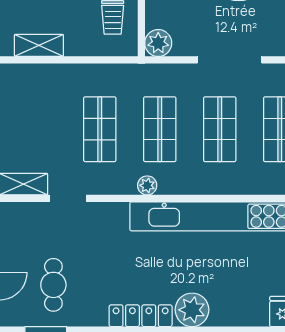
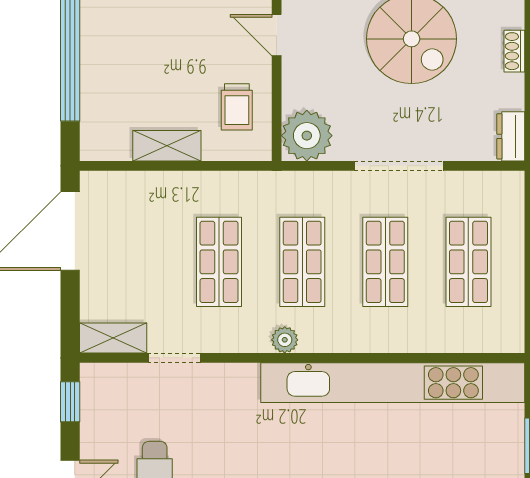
plant: (158, 43) -> (307, 136), width x1.36, depth x1.36
shelving: (39, 45) -> (167, 146), moved

